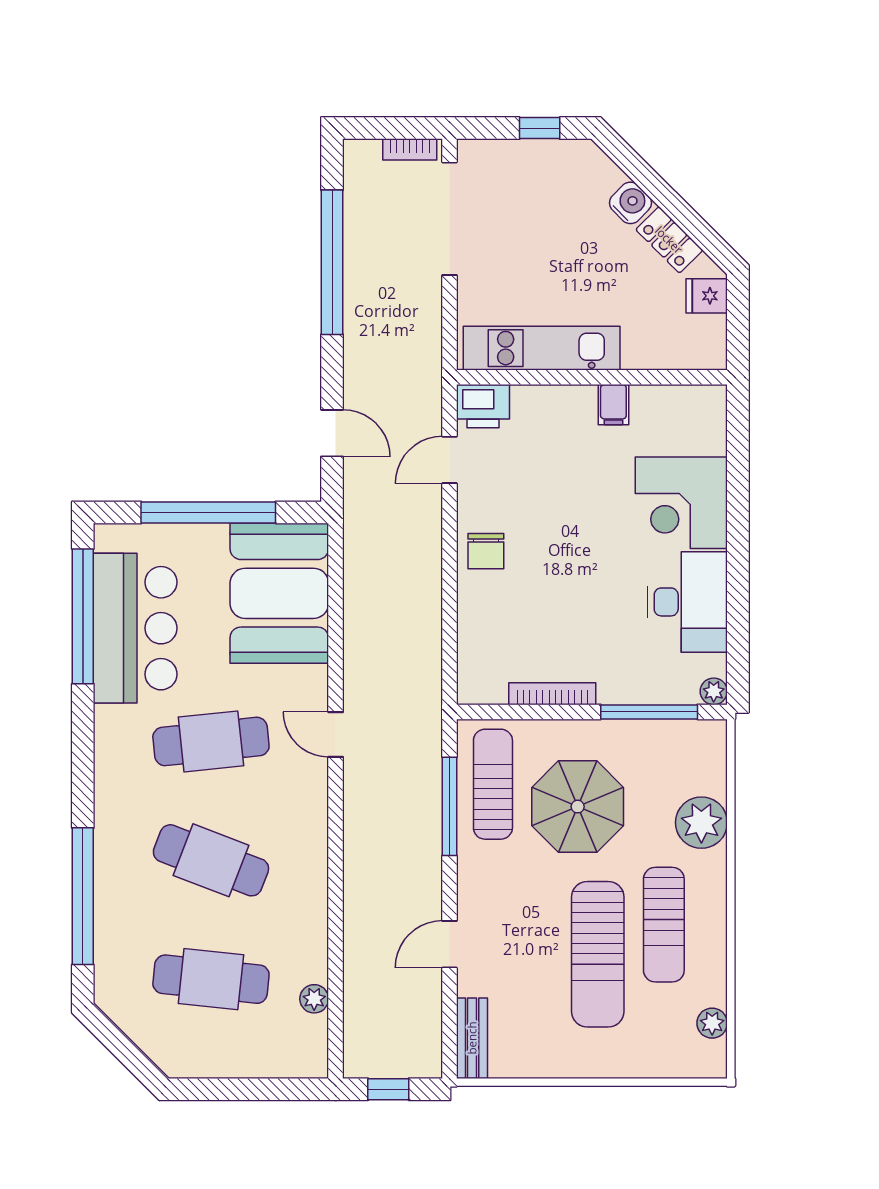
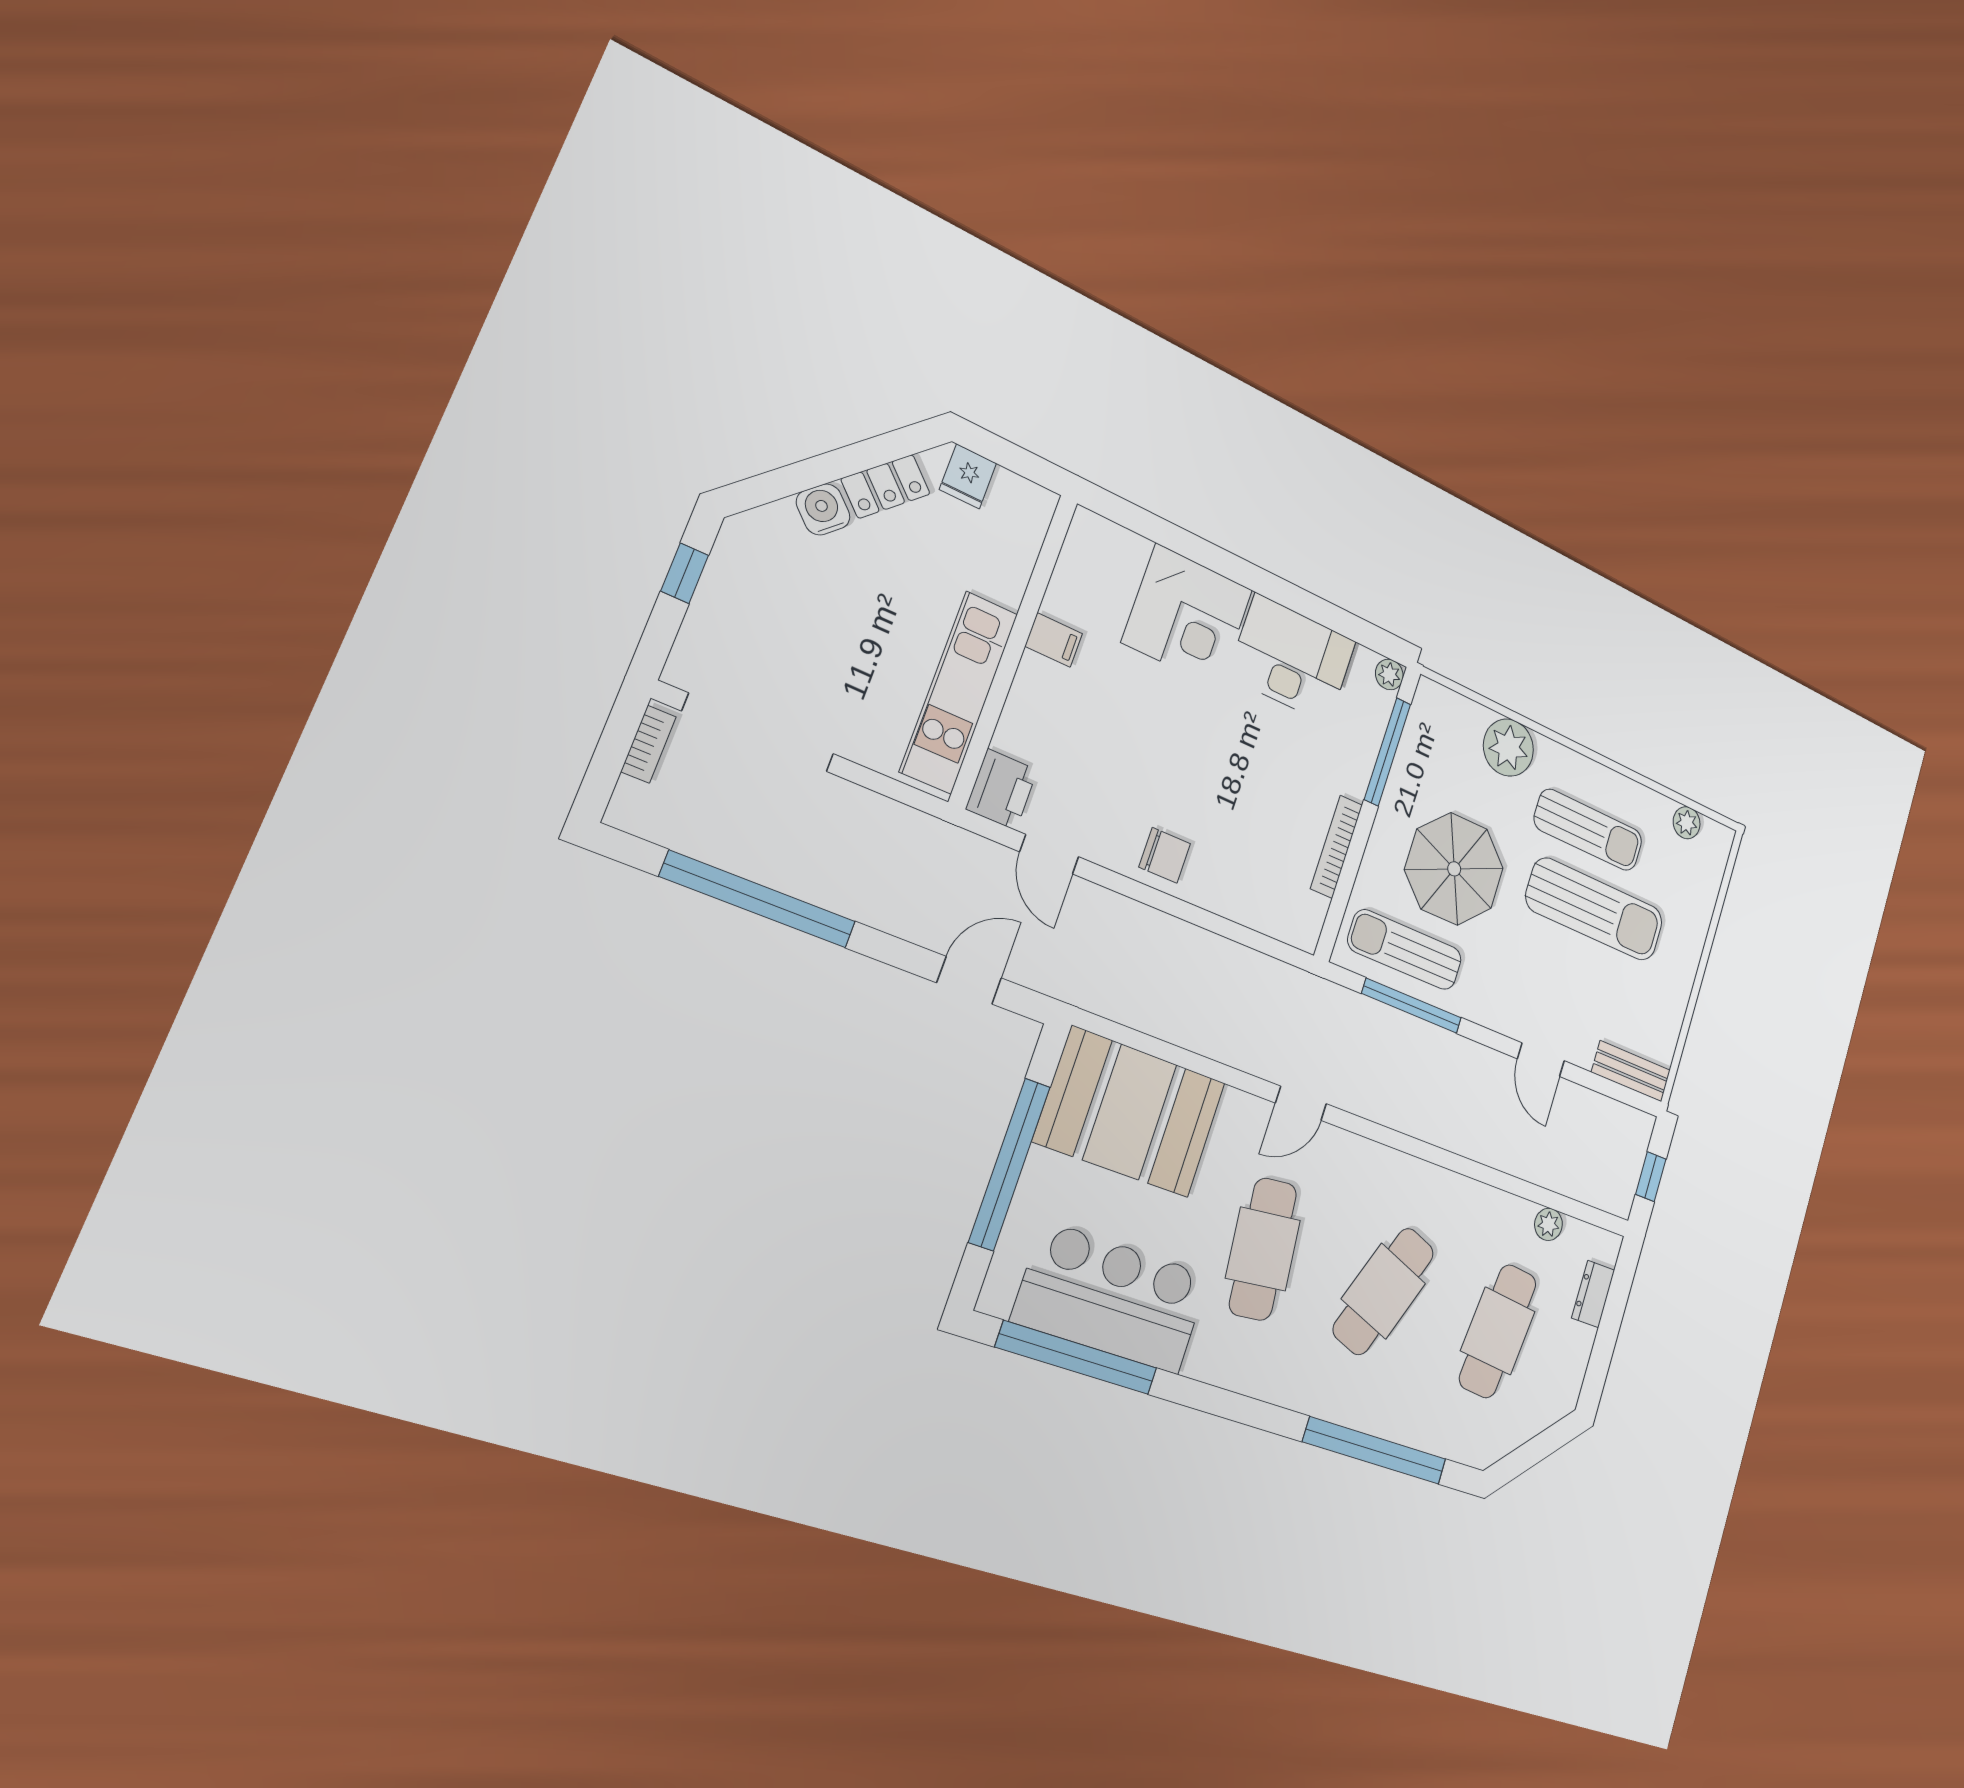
dresser: (270, 1064) -> (1593, 1294), added

